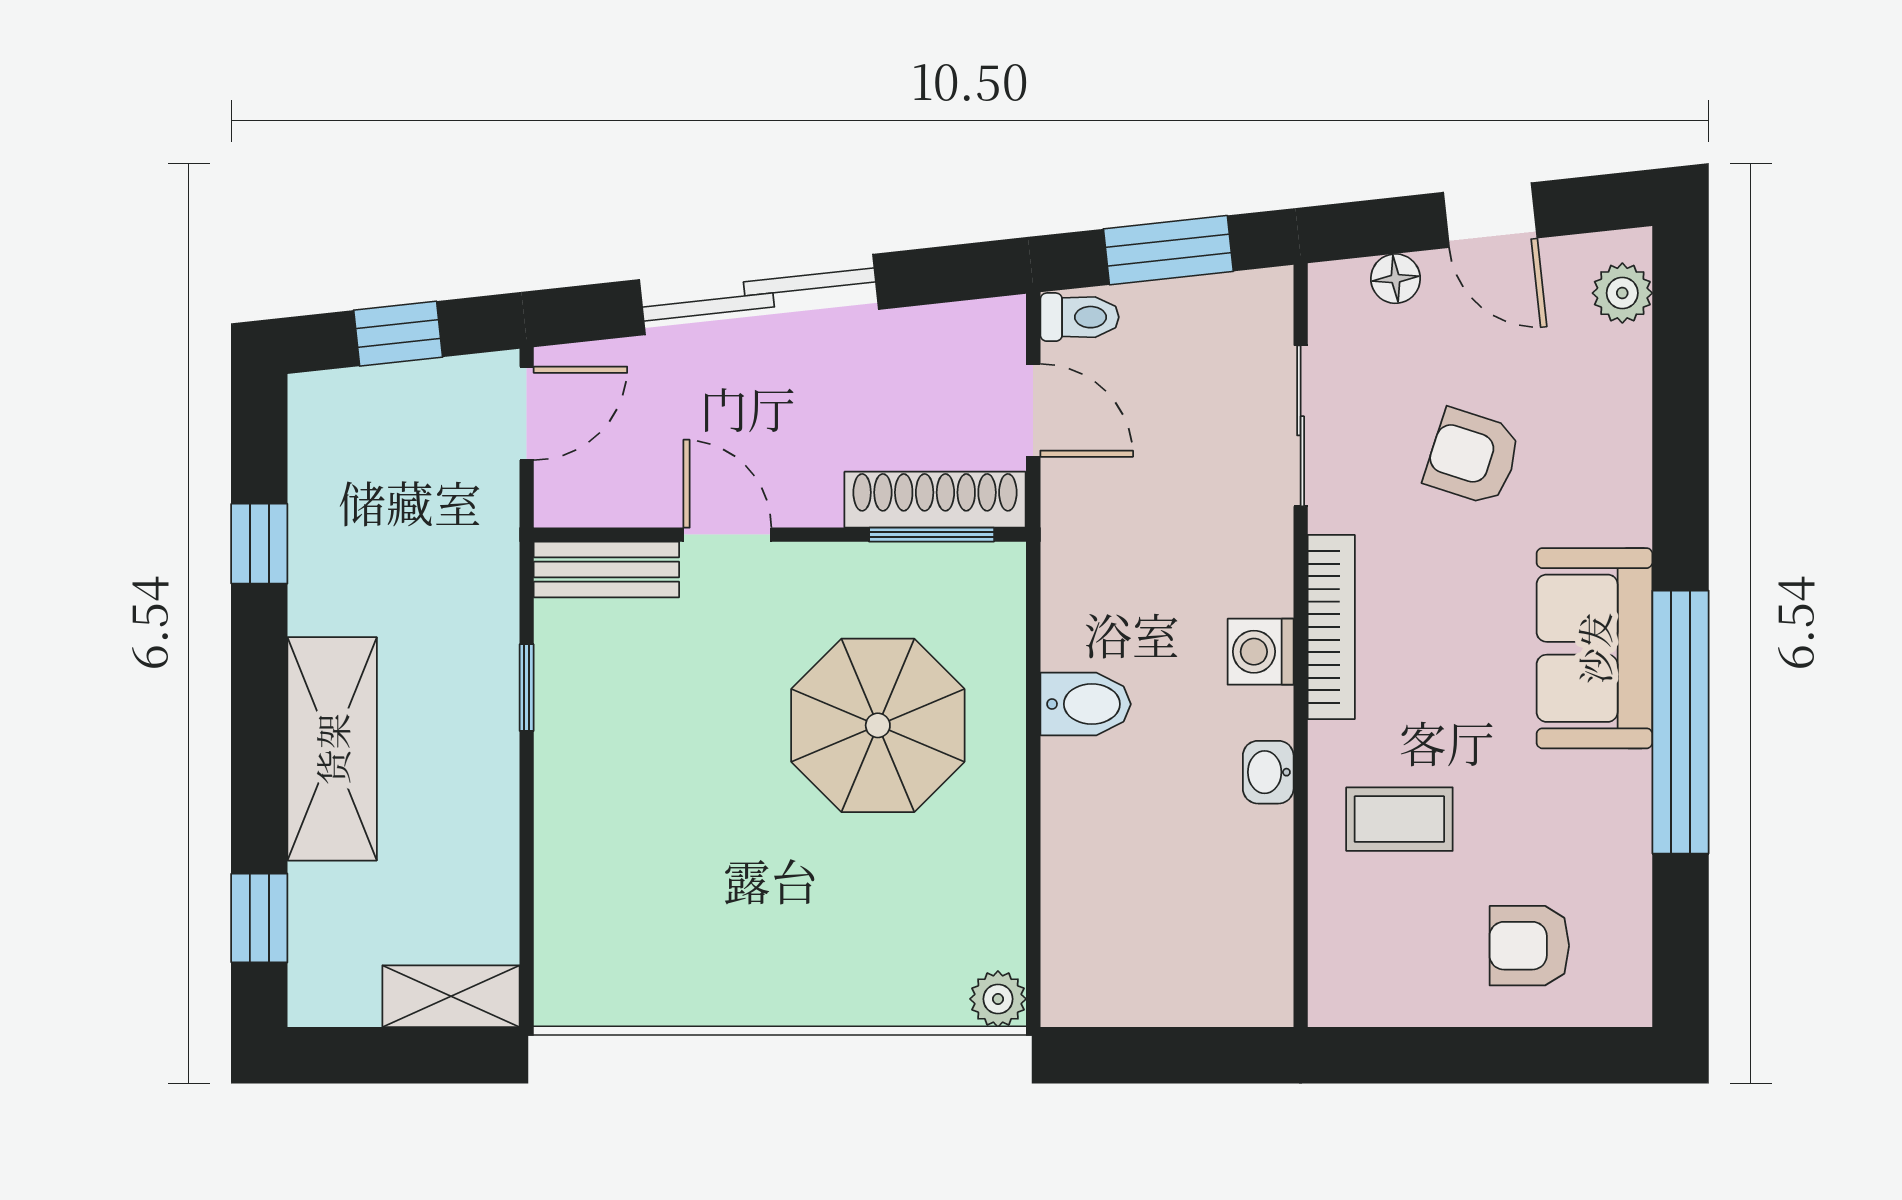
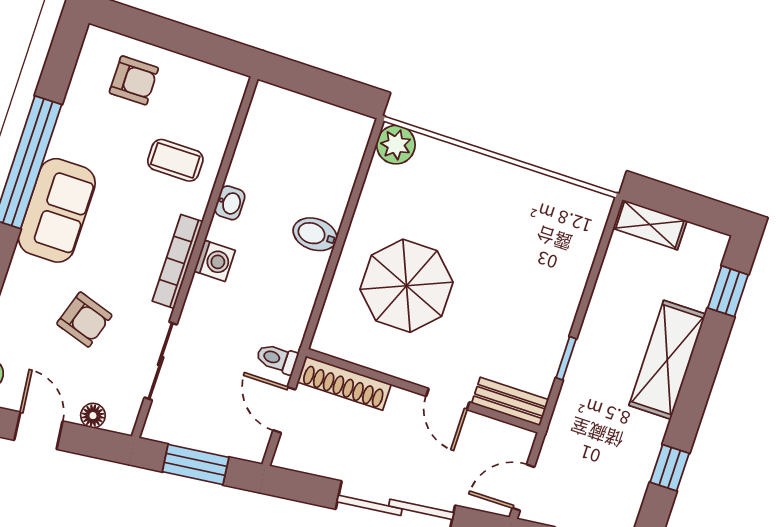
toilet: (1080, 317) -> (277, 359), moved
window: (932, 535) -> (351, 367), removed
bidet: (1086, 704) -> (315, 234), moved
plant: (998, 999) -> (396, 145), width x1.38, depth x1.38

